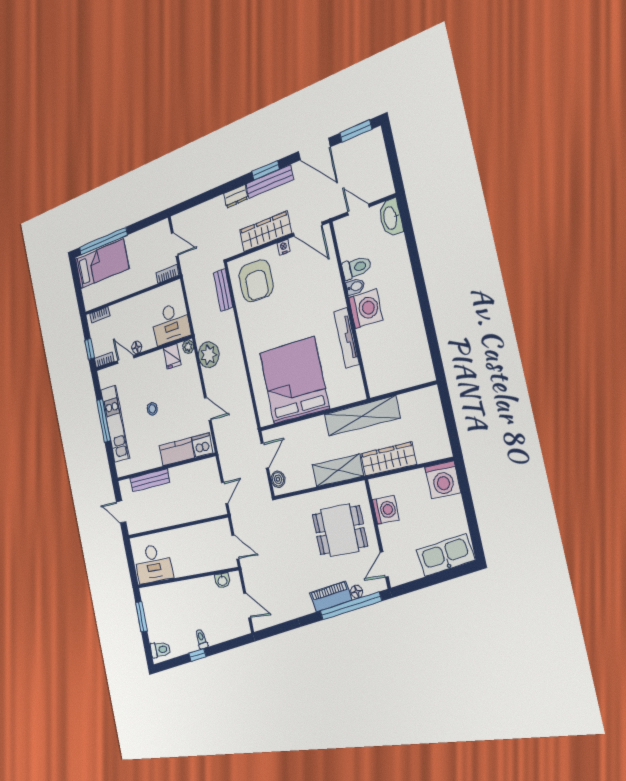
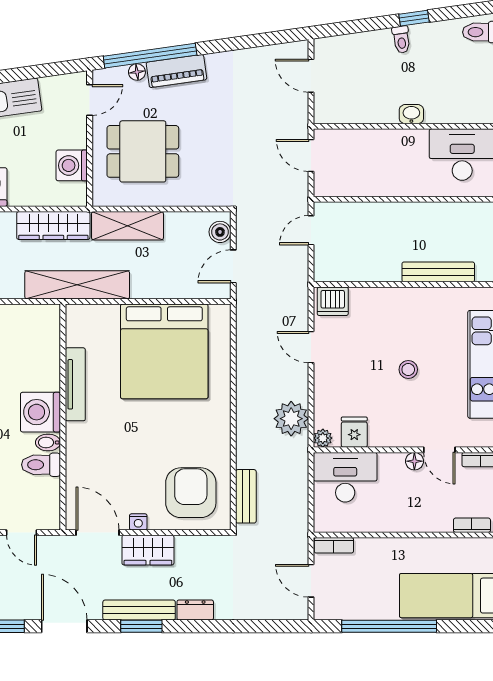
wardrobe: (265, 232) -> (148, 550), width x0.67
window: (103, 241) -> (389, 626), moved
kitchen counter: (177, 452) -> (379, 301), removed
washbasin: (222, 581) -> (411, 114), moved

